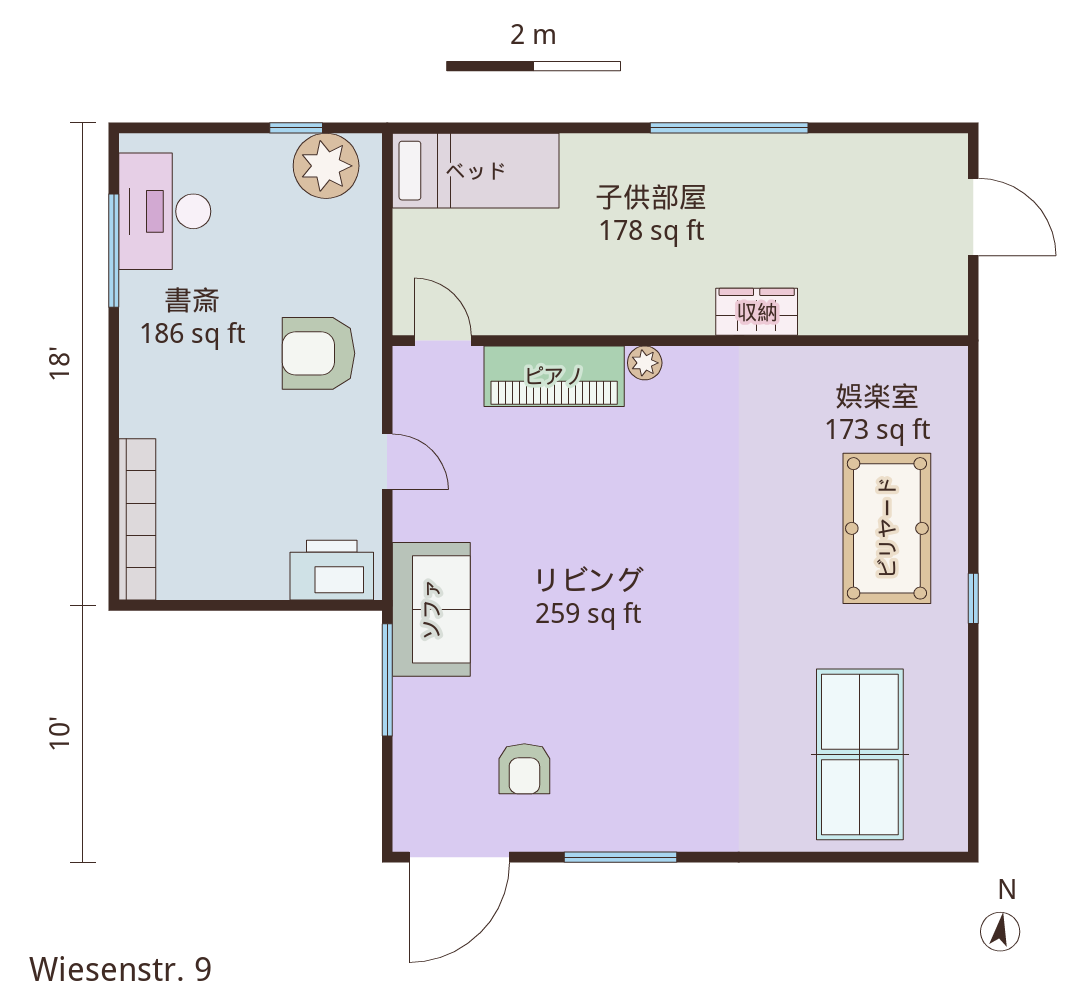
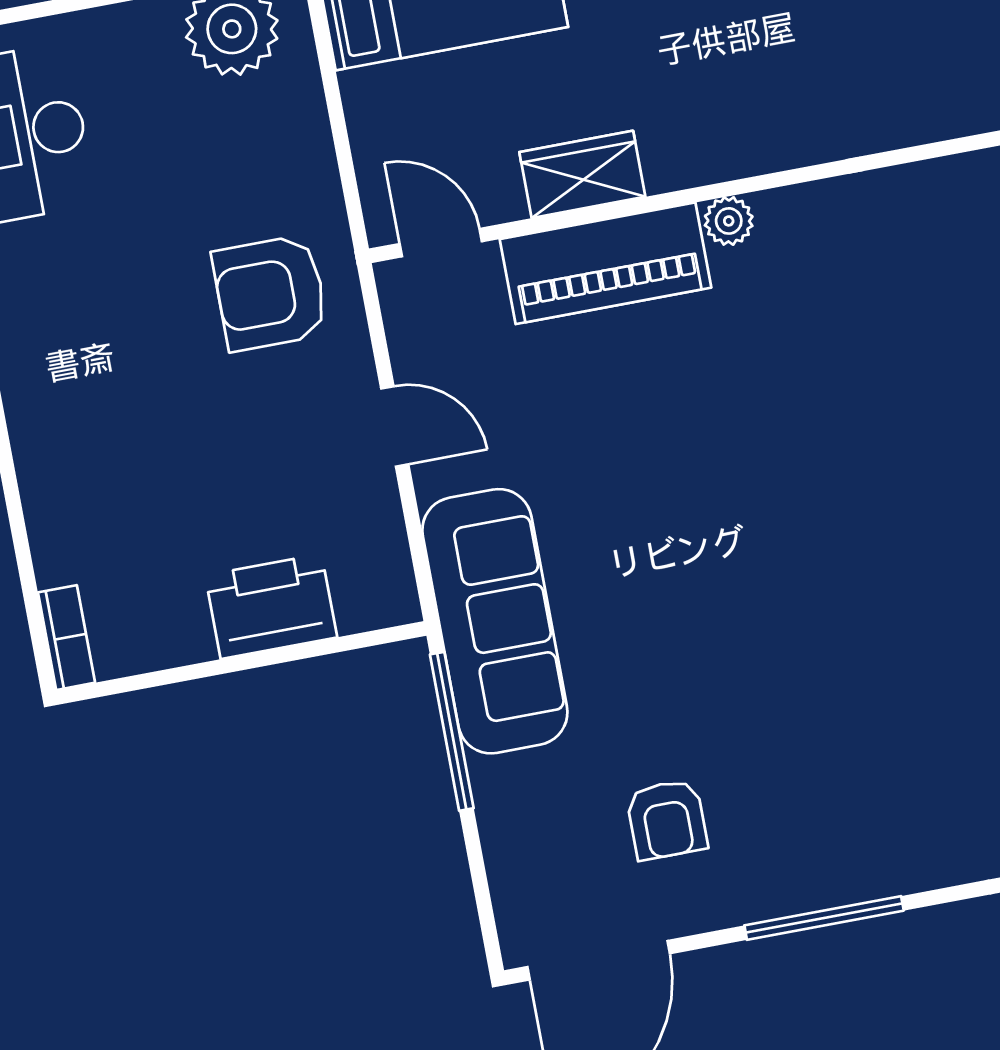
wardrobe: (757, 312) -> (582, 174), moved
bookcase: (137, 519) -> (66, 638), width x0.43, depth x0.76
printer: (332, 570) -> (271, 606), moved
sofa: (431, 609) -> (495, 621), width x1.36

